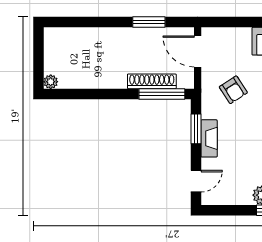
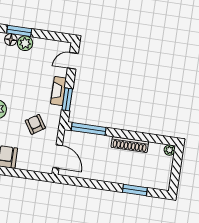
window: (149, 22) -> (135, 190), moved
shoe rack: (152, 81) -> (130, 145), moved

